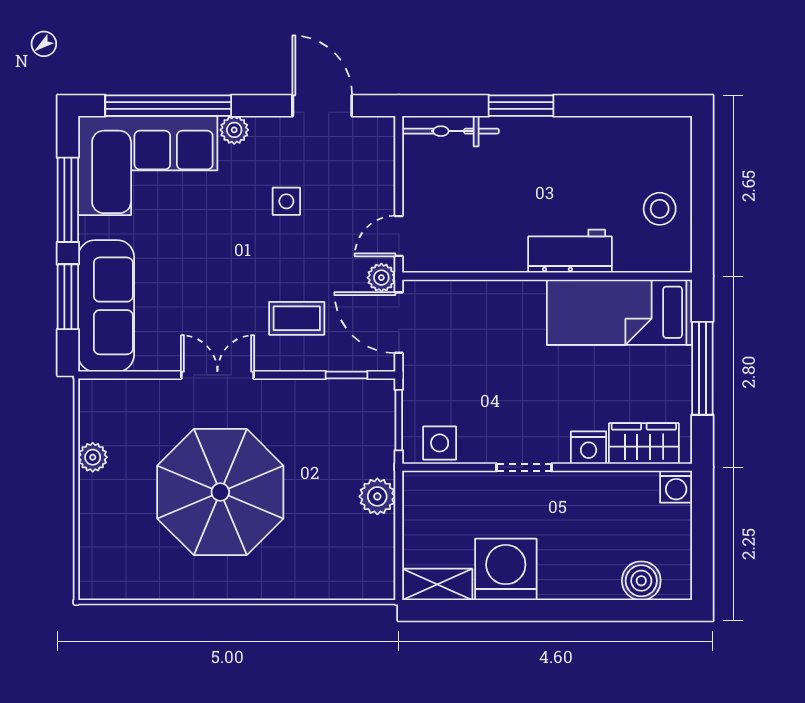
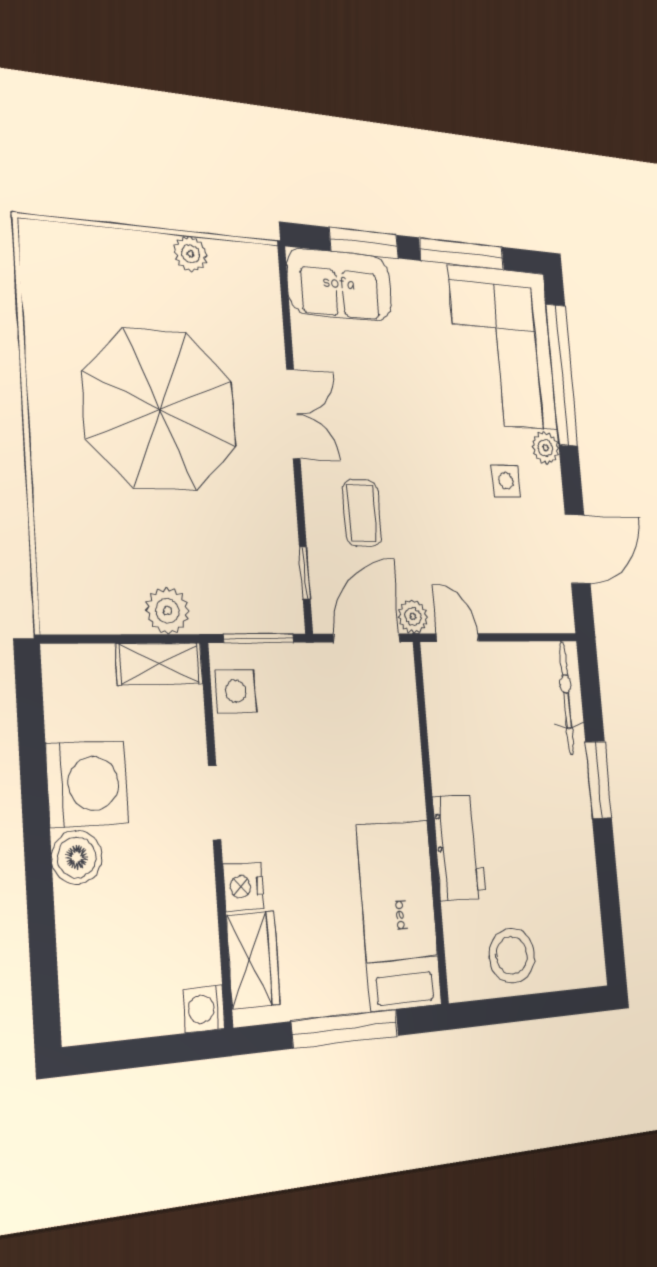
side table: (286, 201) -> (506, 481), moved
stool: (660, 209) -> (512, 955), width x1.38, depth x1.38
sofa: (106, 306) -> (339, 285), width x0.73
boiler: (641, 581) -> (77, 857), moved
shelving: (437, 584) -> (160, 664), moved, turned 90

